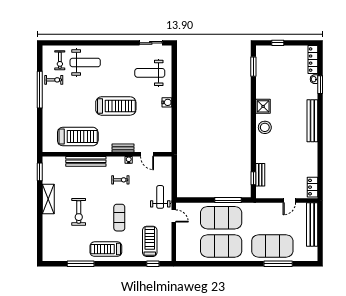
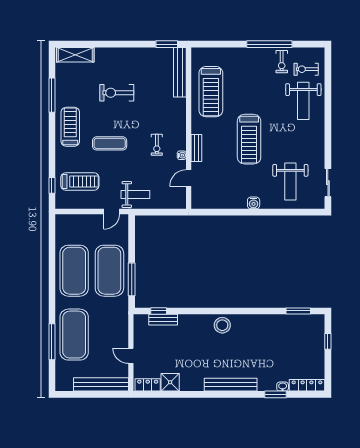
weight bench: (150, 73) -> (290, 182), turned 180
shower: (263, 106) -> (170, 382), moved
bench: (86, 161) -> (180, 72), moved
shelving: (48, 199) -> (75, 55), moved

